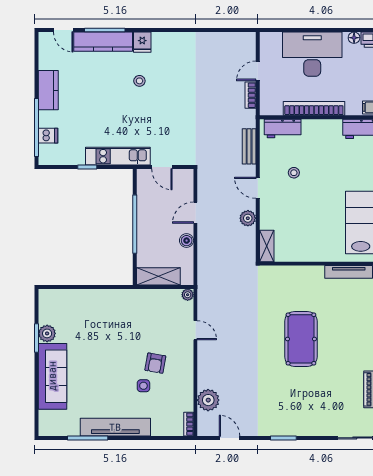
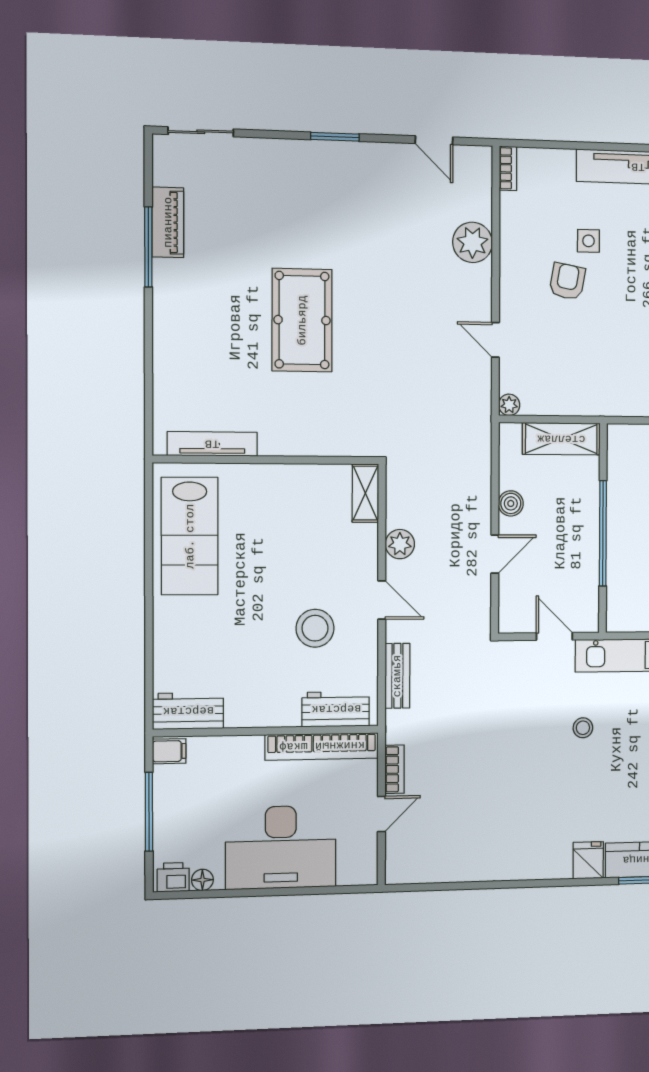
stool: (139, 81) -> (583, 728), moved
bookcase: (314, 108) -> (322, 746), moved
stool: (294, 173) -> (315, 628), width x1.89, depth x1.89
plant: (208, 400) -> (472, 242), moved

